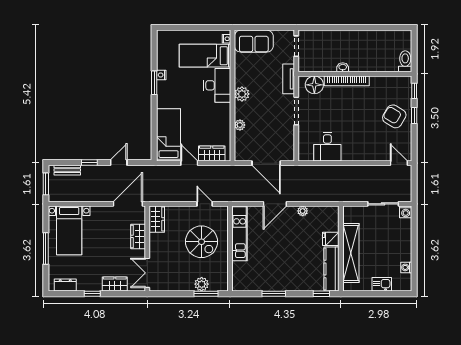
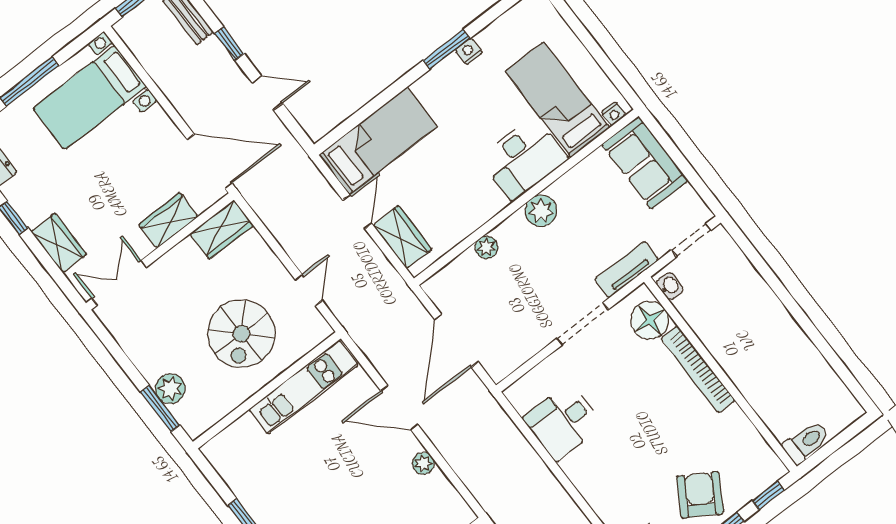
washbasin: (343, 67) -> (670, 286), moved

